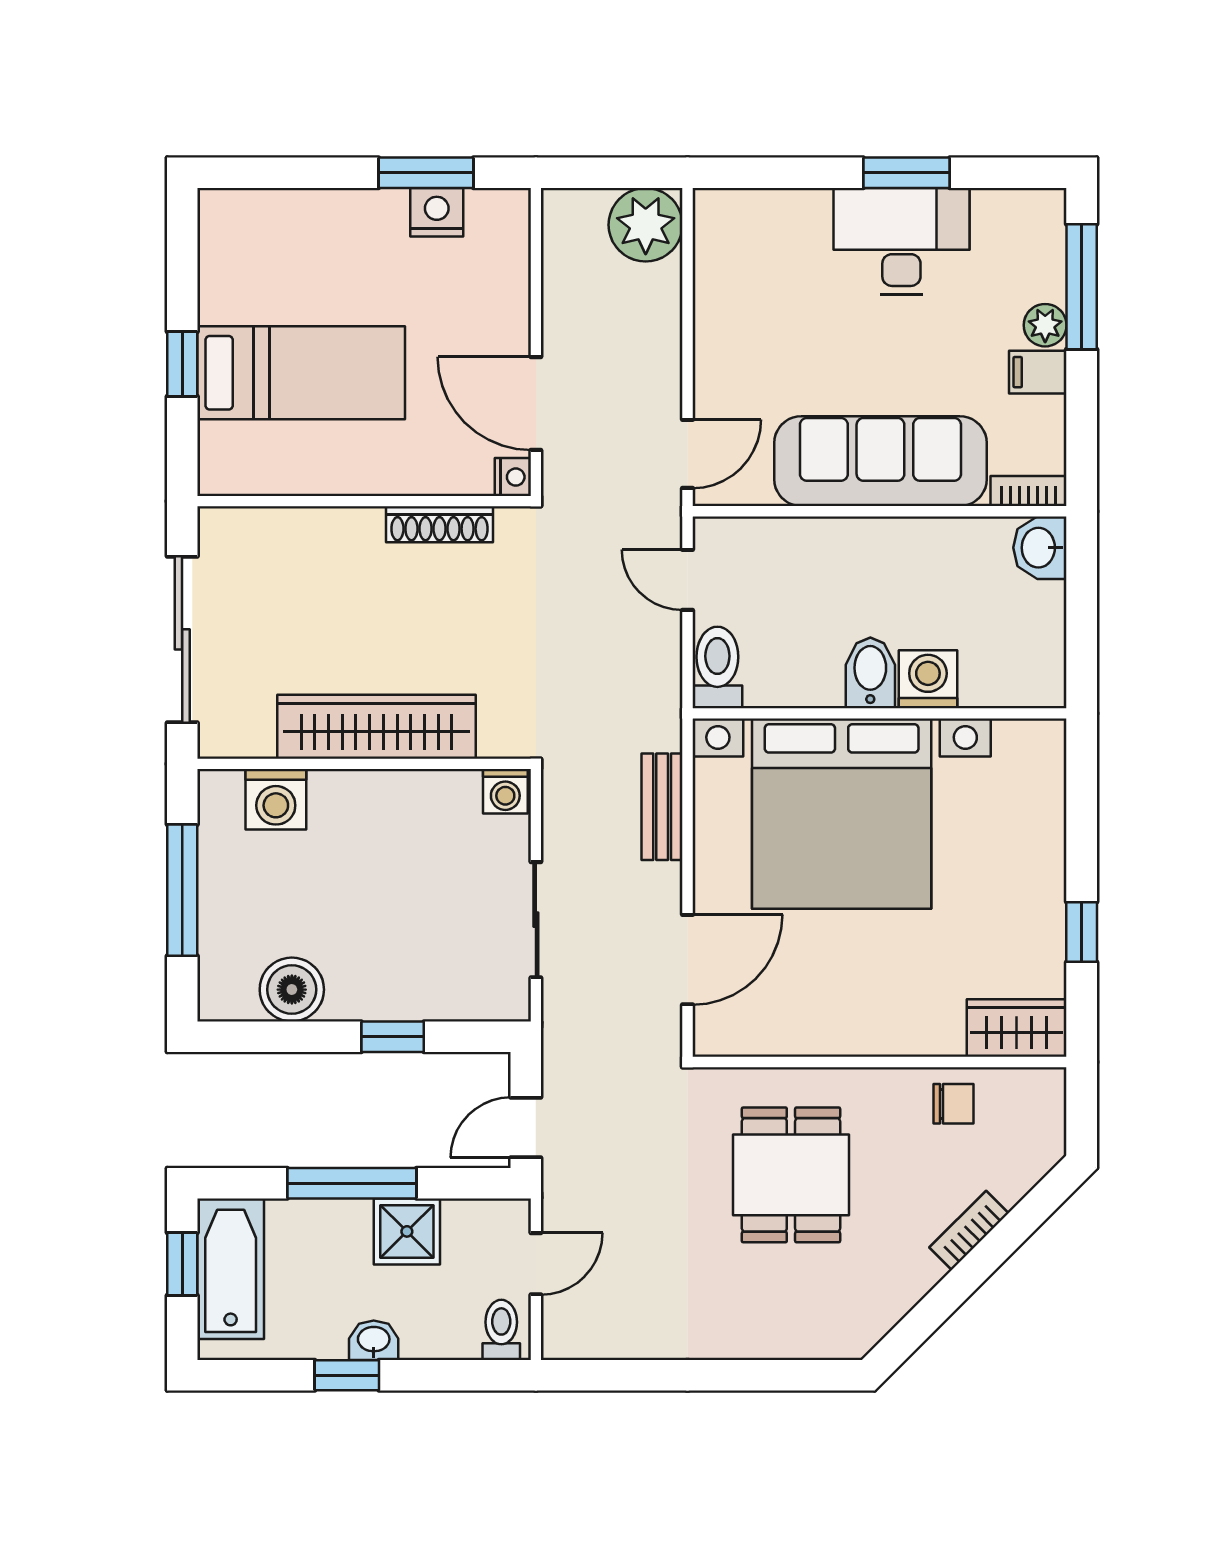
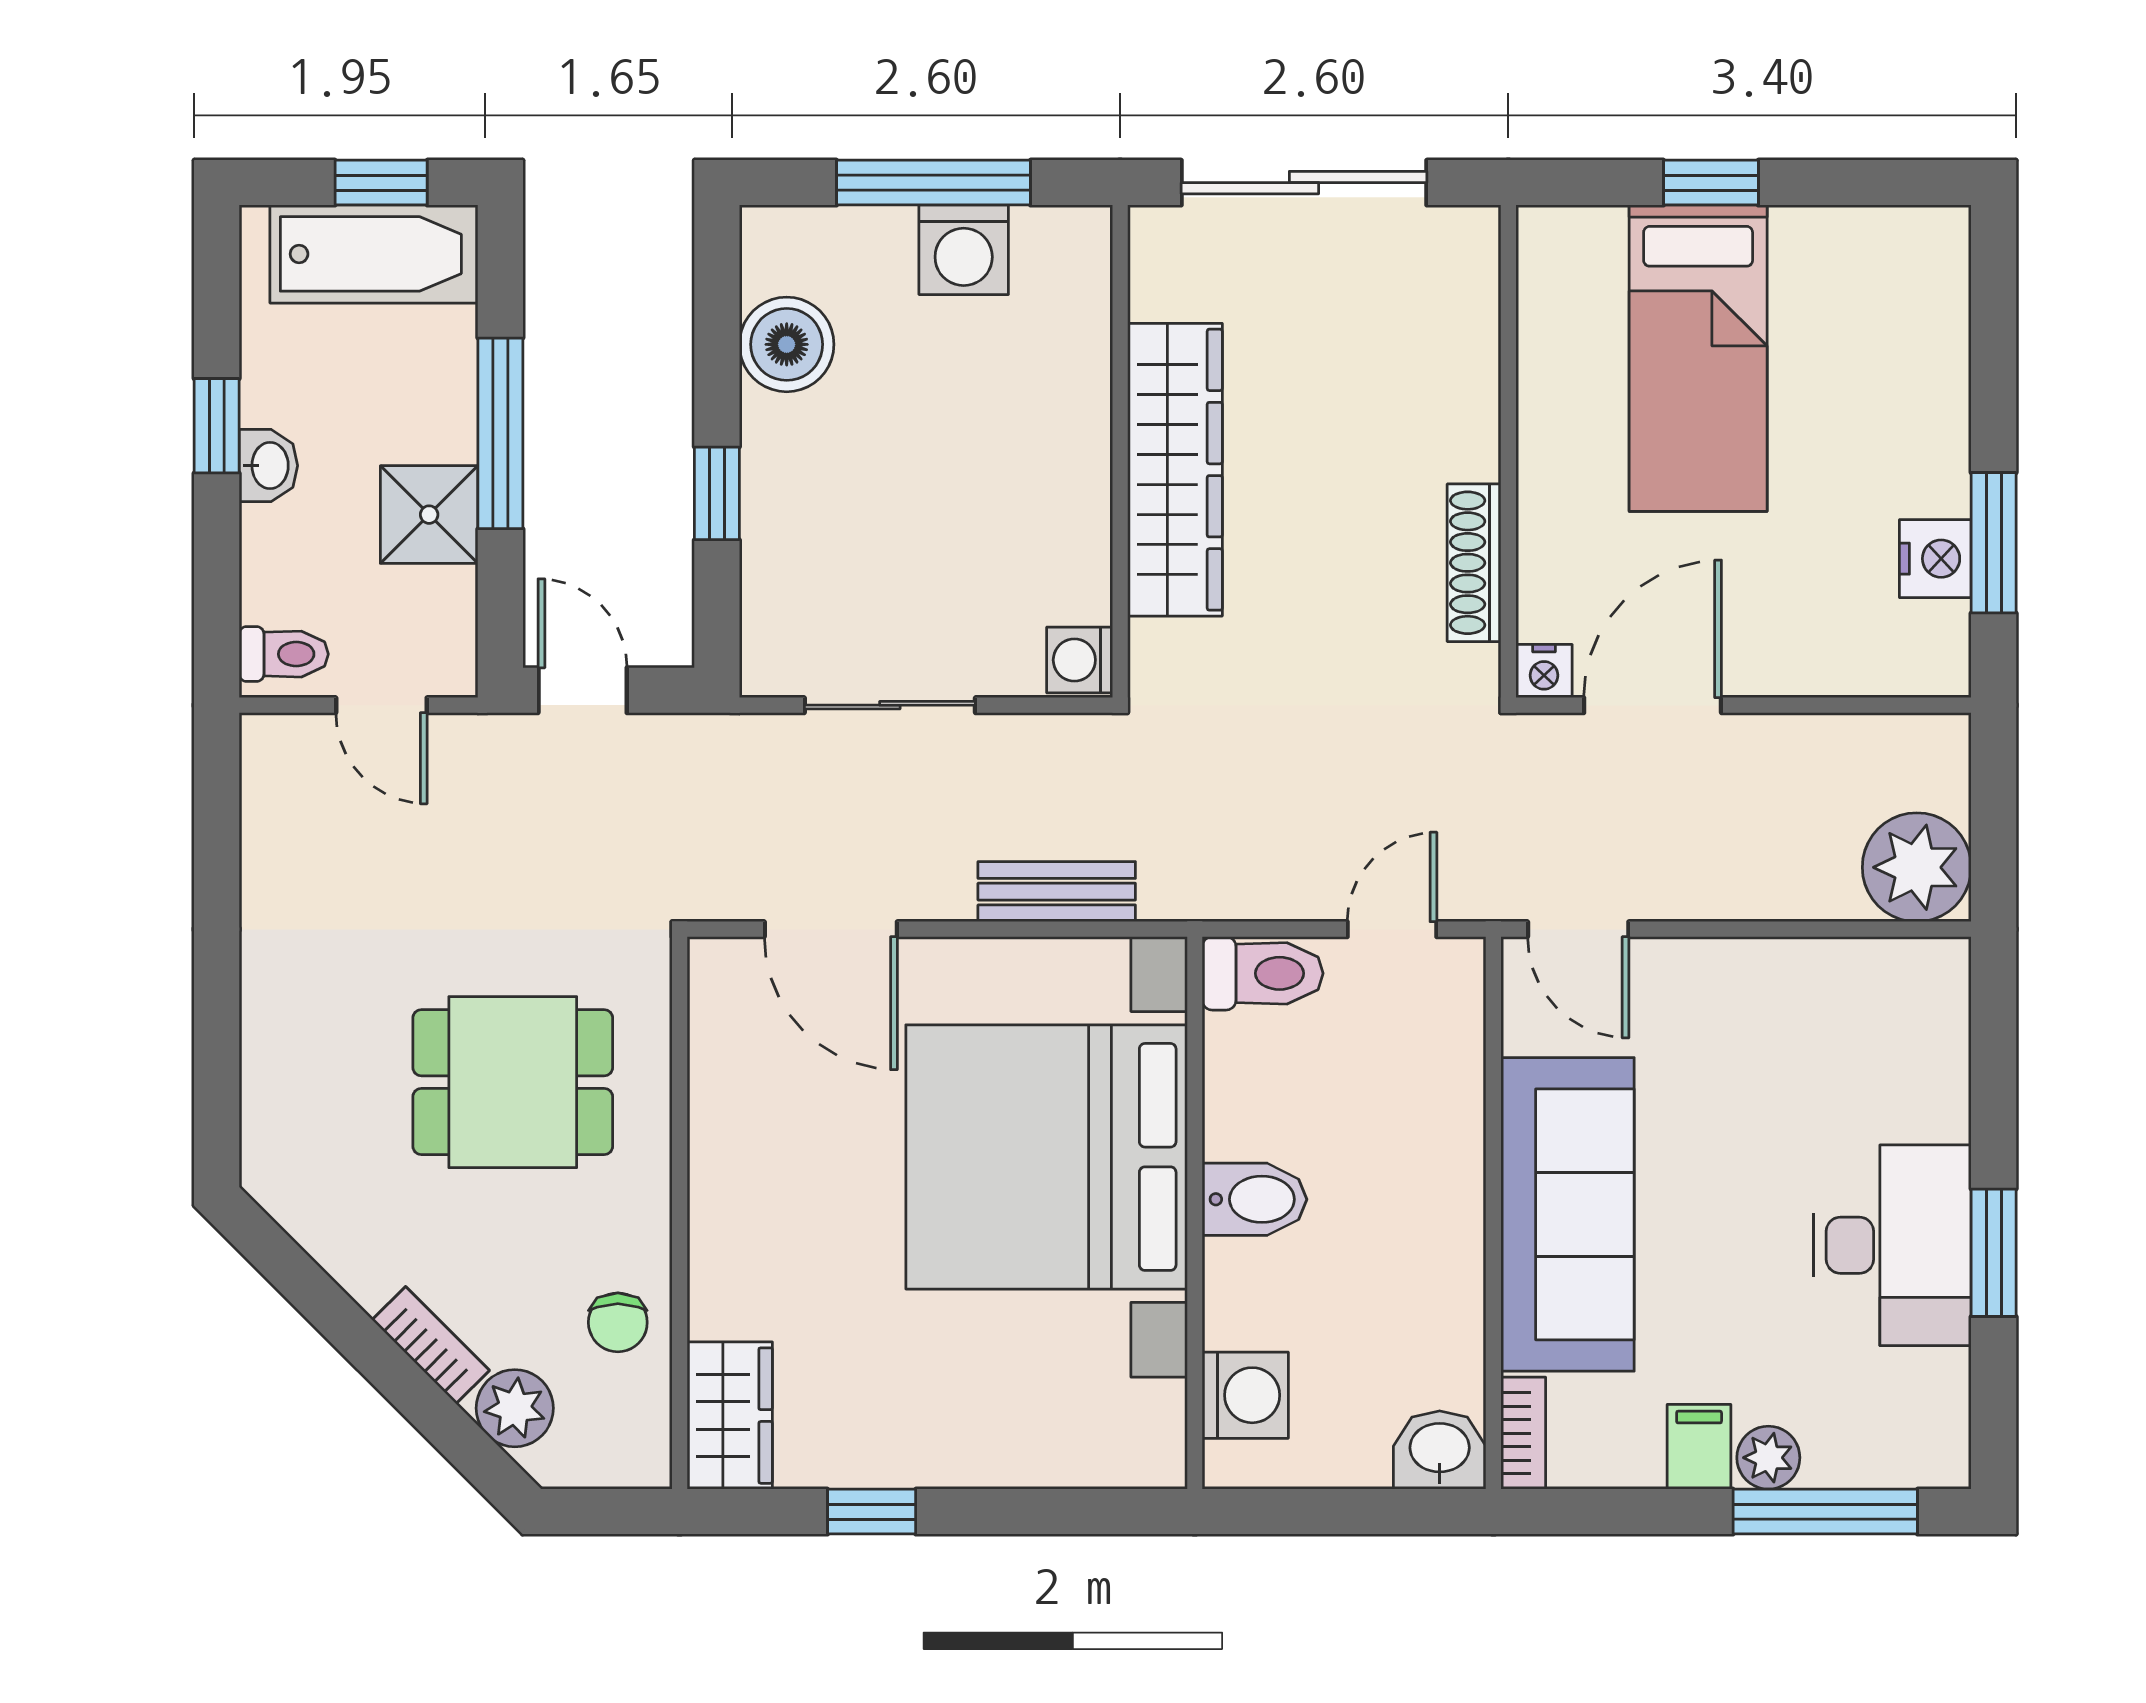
washing machine: (928, 679) -> (1245, 1395), moved
washing machine: (276, 799) -> (964, 250), moved, turned -90
plant: (1012, 1173) -> (515, 1408), added

